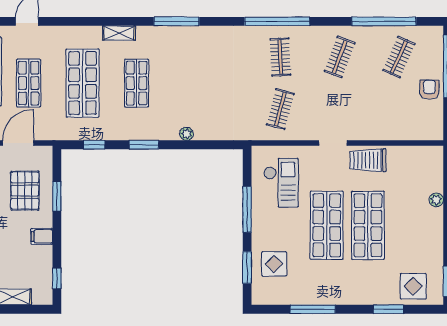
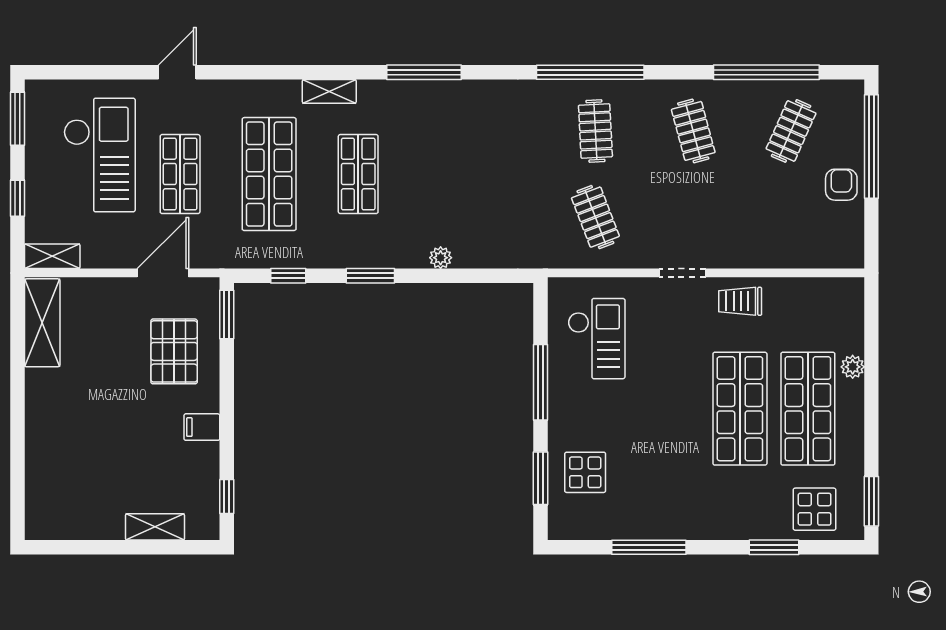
clothes rail: (340, 57) -> (693, 131), turned -36
clothes rail: (280, 109) -> (595, 217), turned -36
trolley: (368, 160) -> (740, 301), width x0.73, depth x0.72
window: (57, 196) -> (227, 314), moved
shop shelf: (327, 225) -> (808, 409), moved

